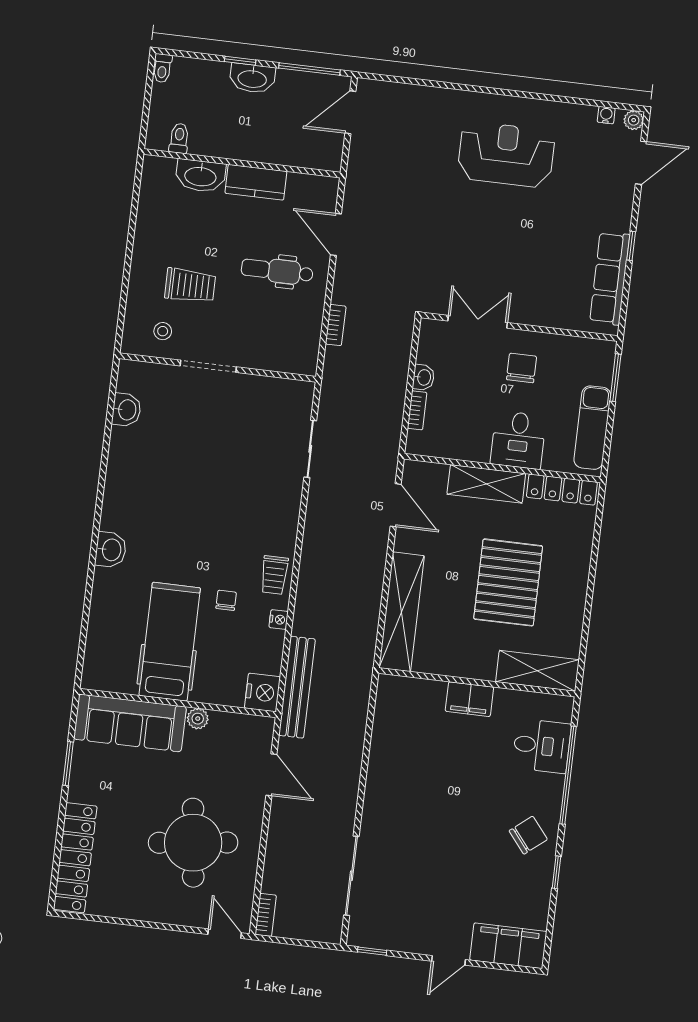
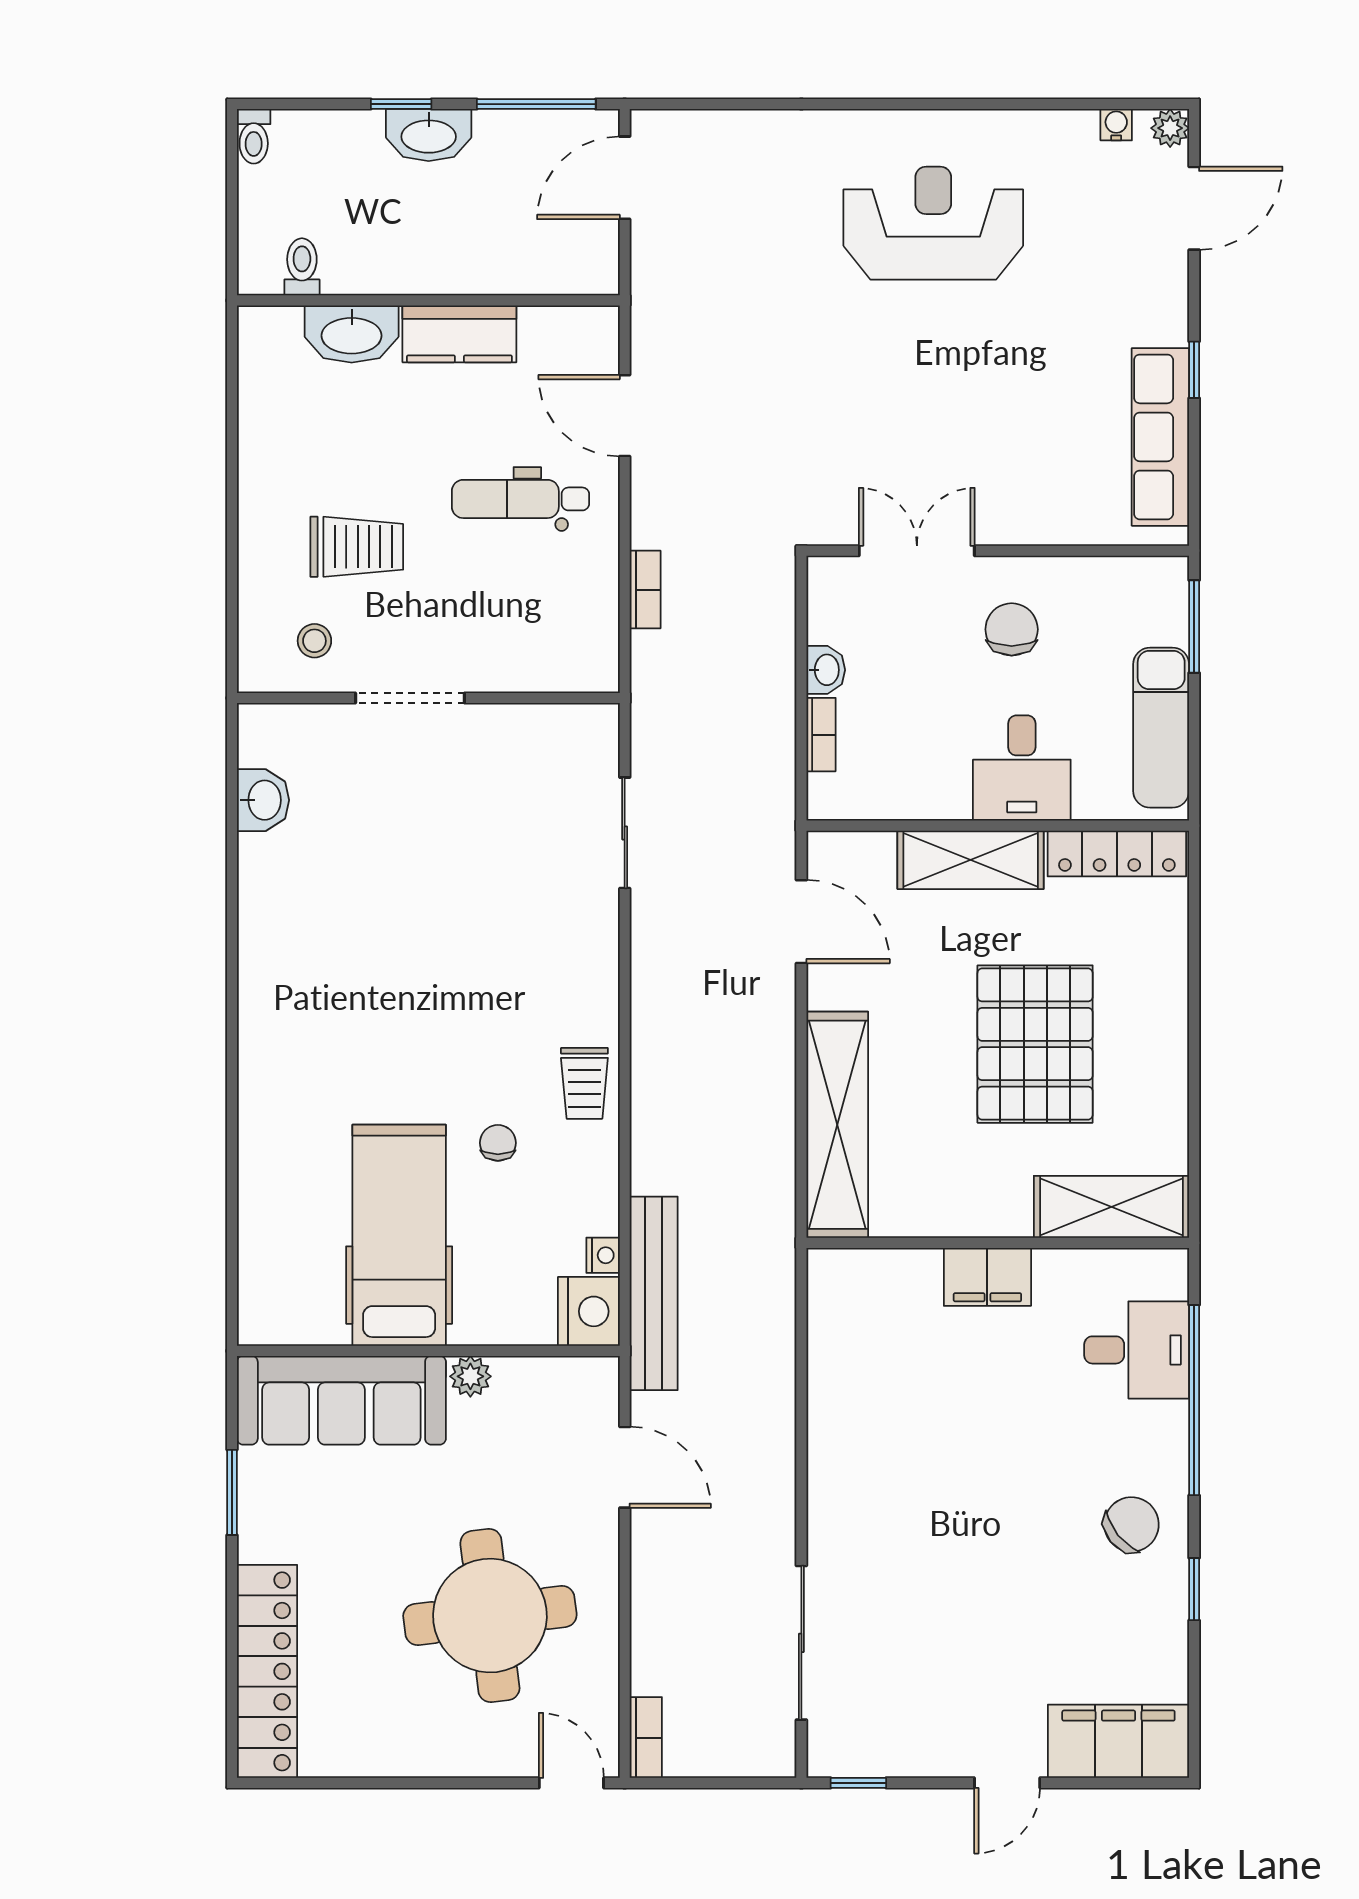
washbasin: (111, 550) -> (265, 1072), removed
nightstand: (279, 620) -> (603, 1255), moved

